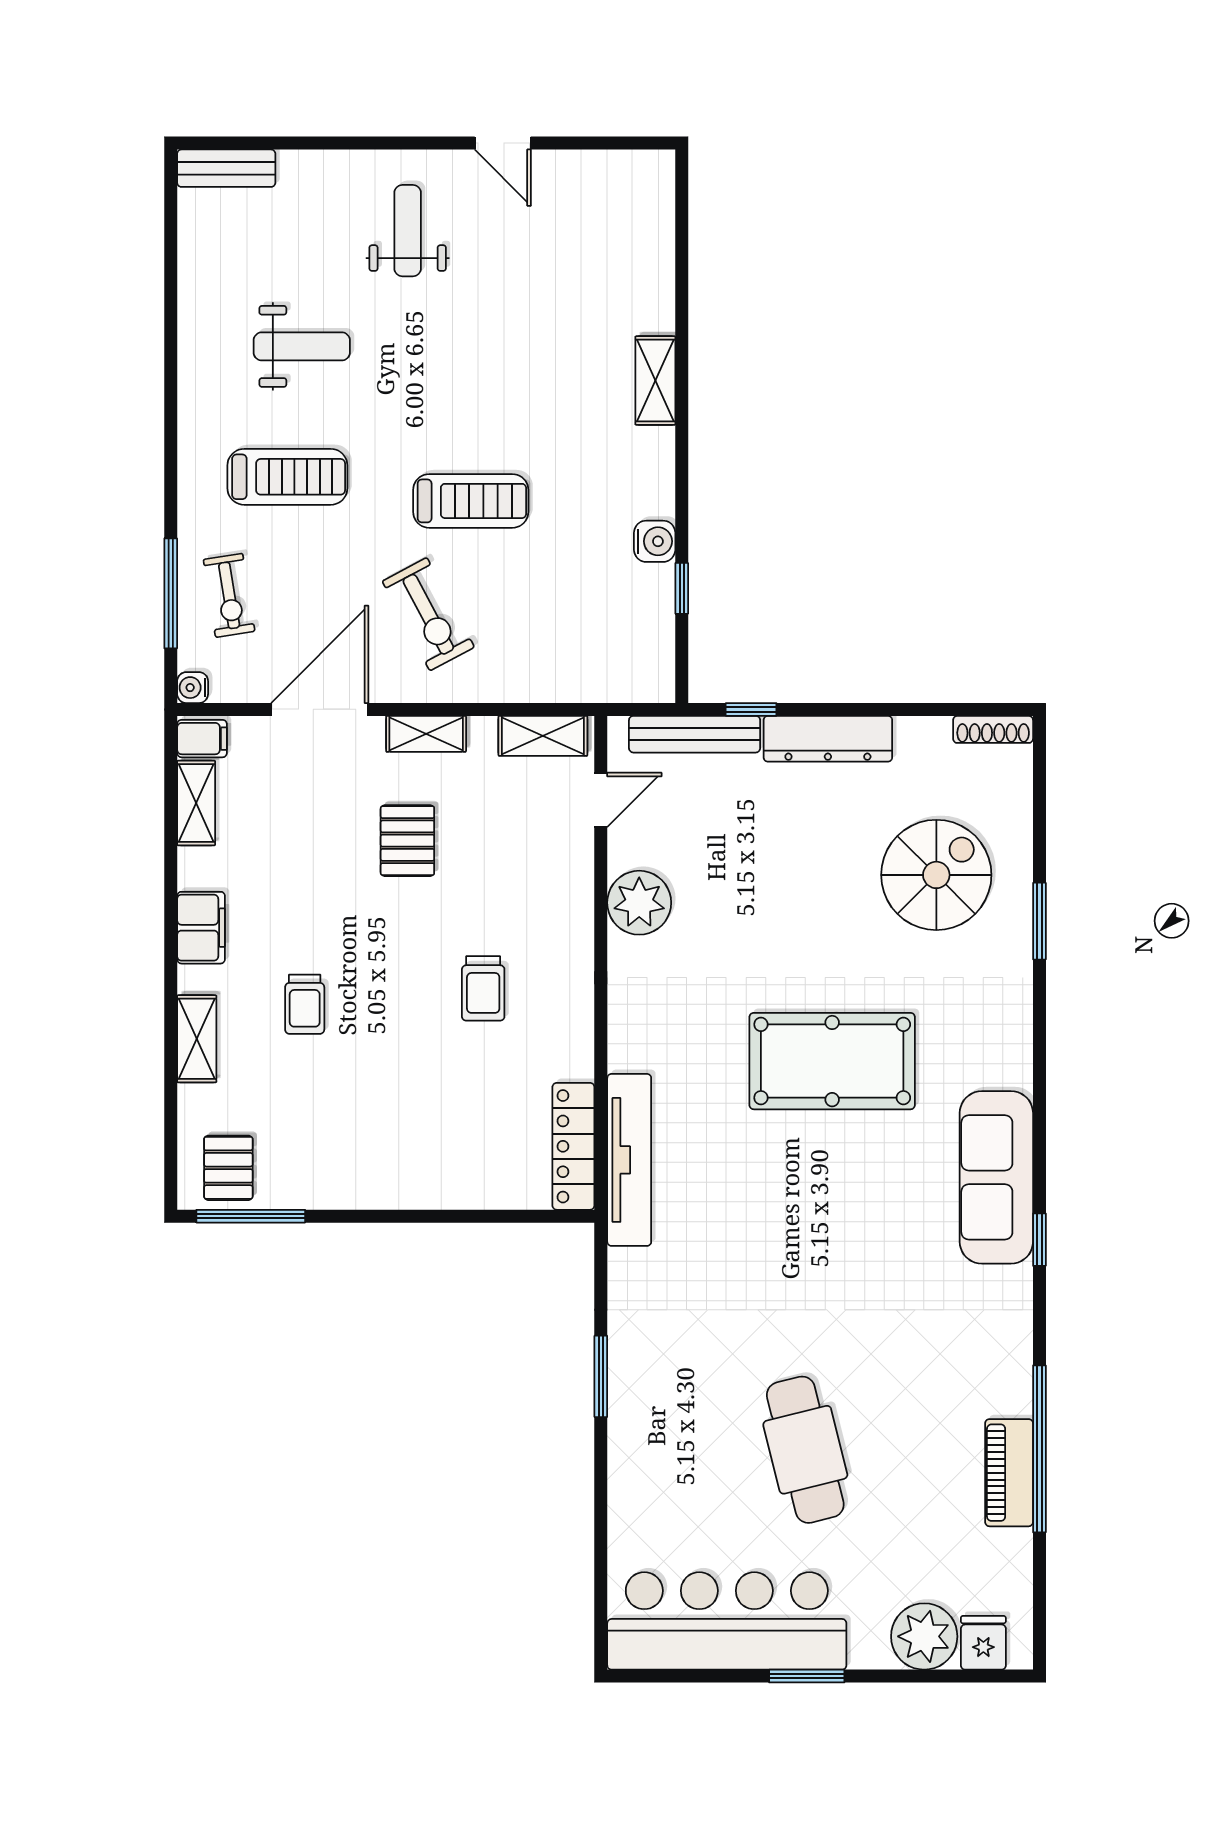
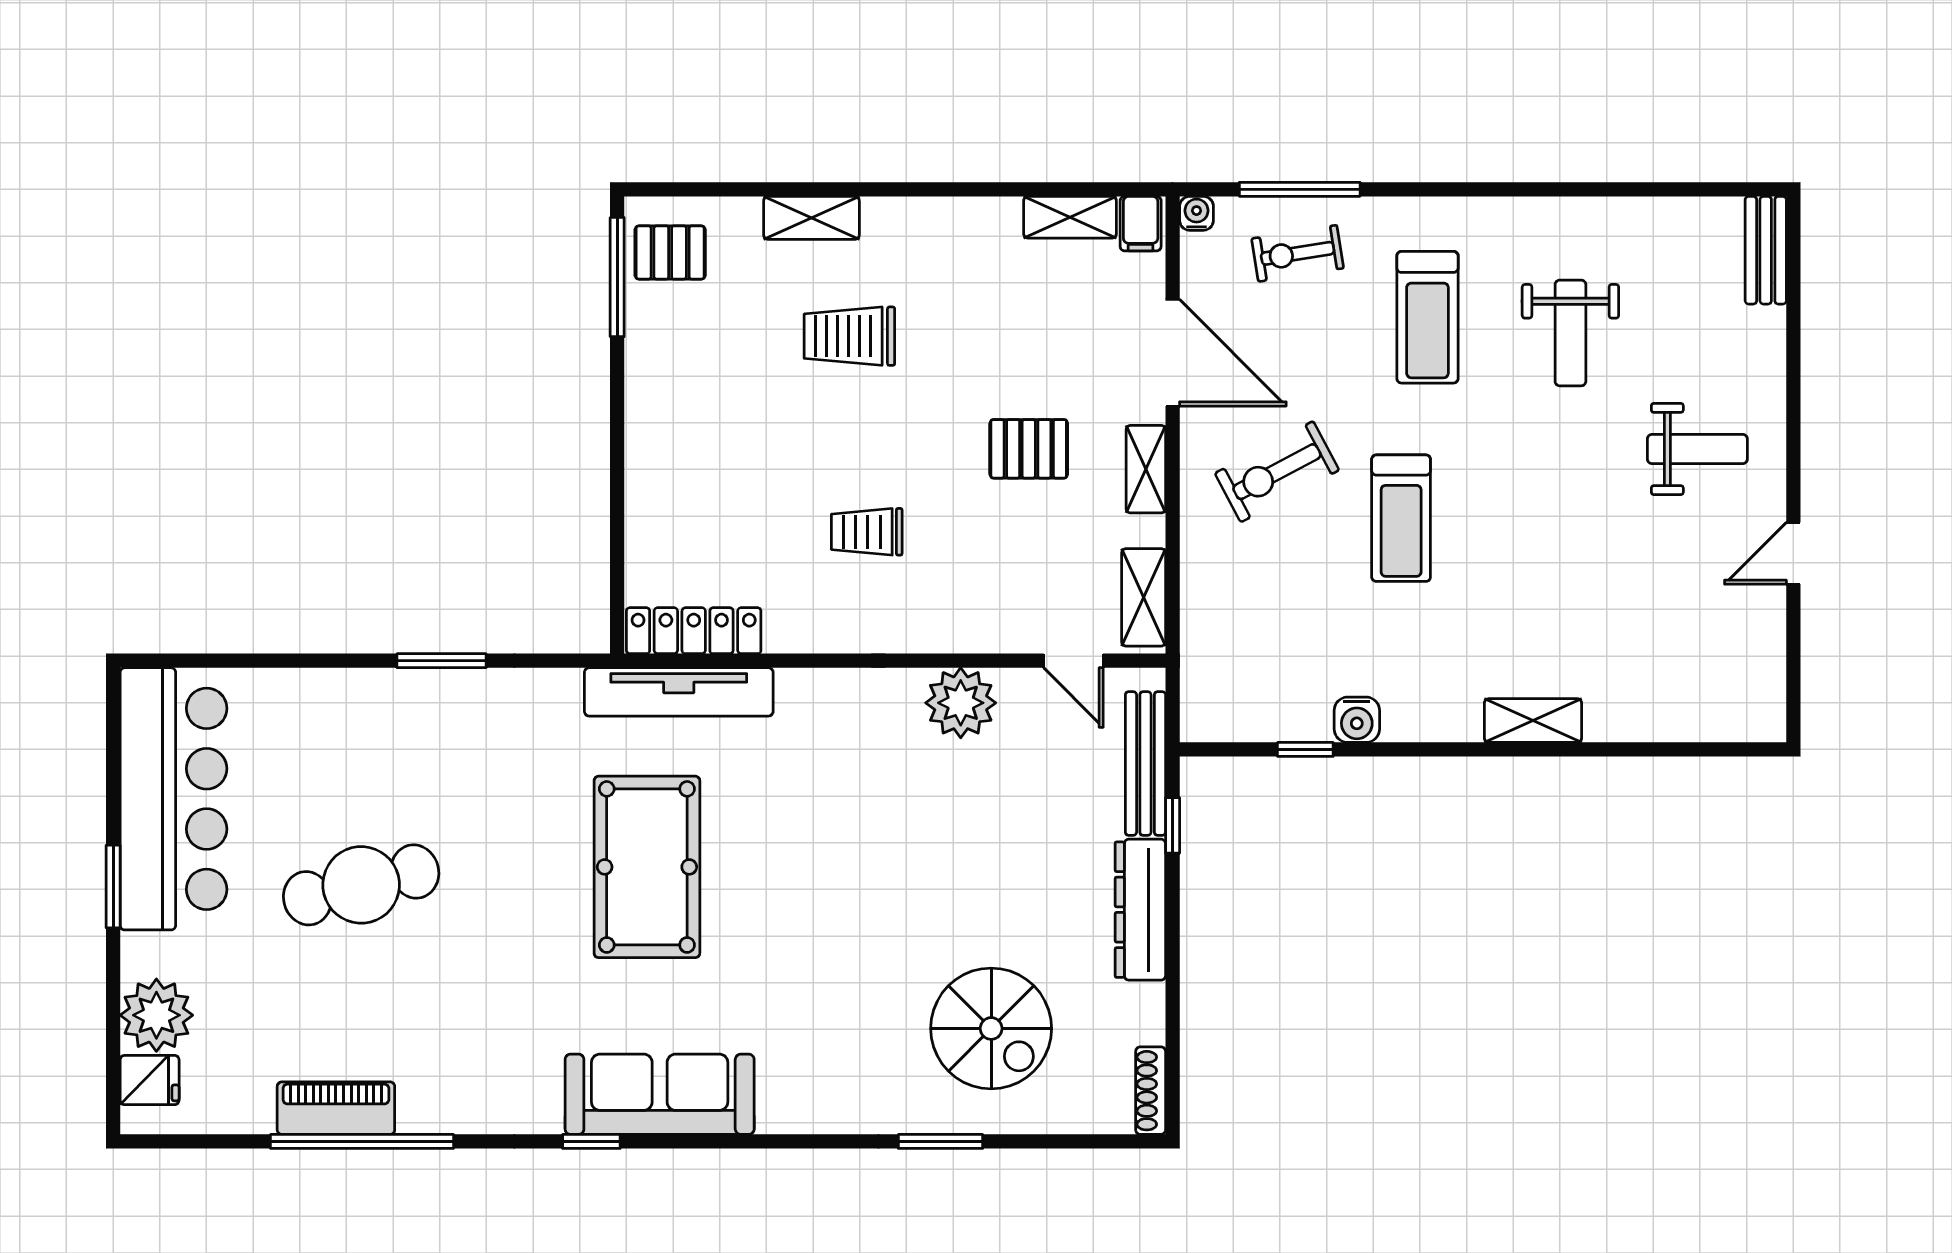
filing cabinet: (201, 928) -> (933, 223), removed
trolley: (305, 1004) -> (849, 336), width x1.36, depth x1.39
pool table: (832, 1061) -> (647, 867), moved

